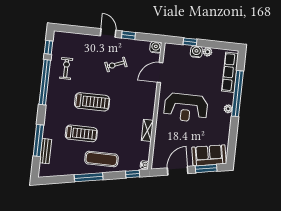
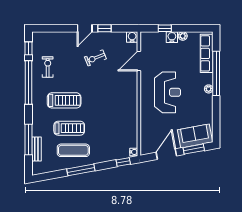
door: (108, 33) -> (85, 28), swing flipped
treadmill: (92, 102) -> (64, 100), moved
reception desk: (186, 108) -> (168, 92), turned -90
shelving: (147, 130) -> (133, 118), removed
exercise mat: (101, 159) -> (73, 150), moved

